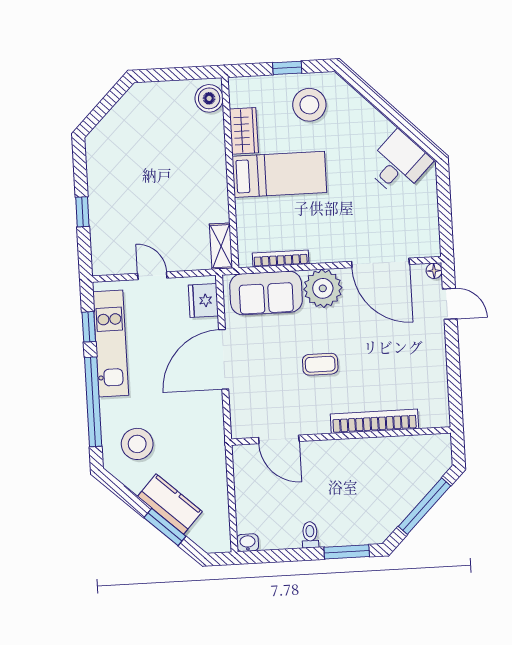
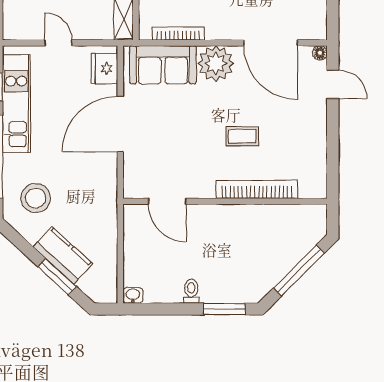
coffee table: (320, 364) -> (242, 136), moved

